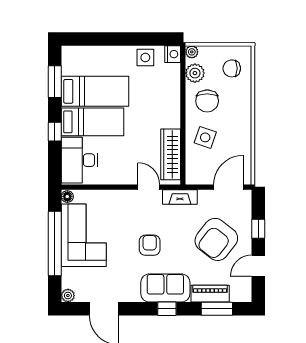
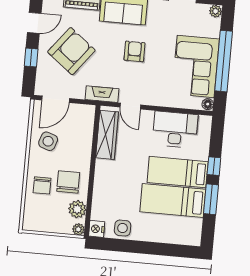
chair: (232, 68) -> (42, 185), moved, turned 90
window: (55, 82) -> (211, 199), moved
side table: (205, 137) -> (48, 141), moved
desk: (79, 160) -> (175, 129), moved, turned -90
armchair: (150, 245) -> (134, 51), turned 180

